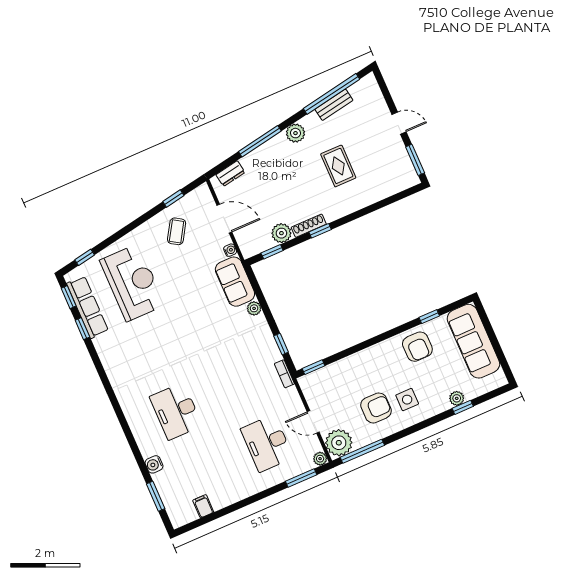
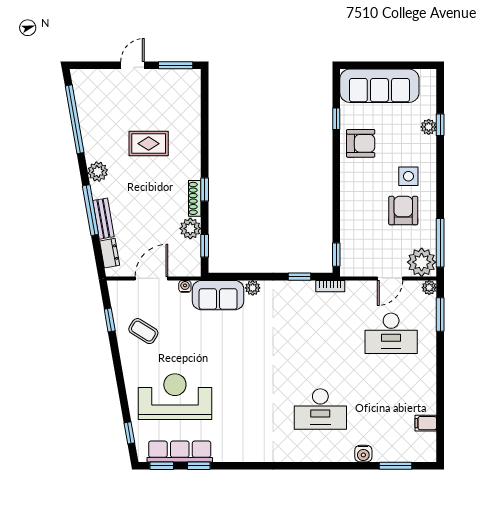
bench: (334, 105) -> (103, 219), moved

